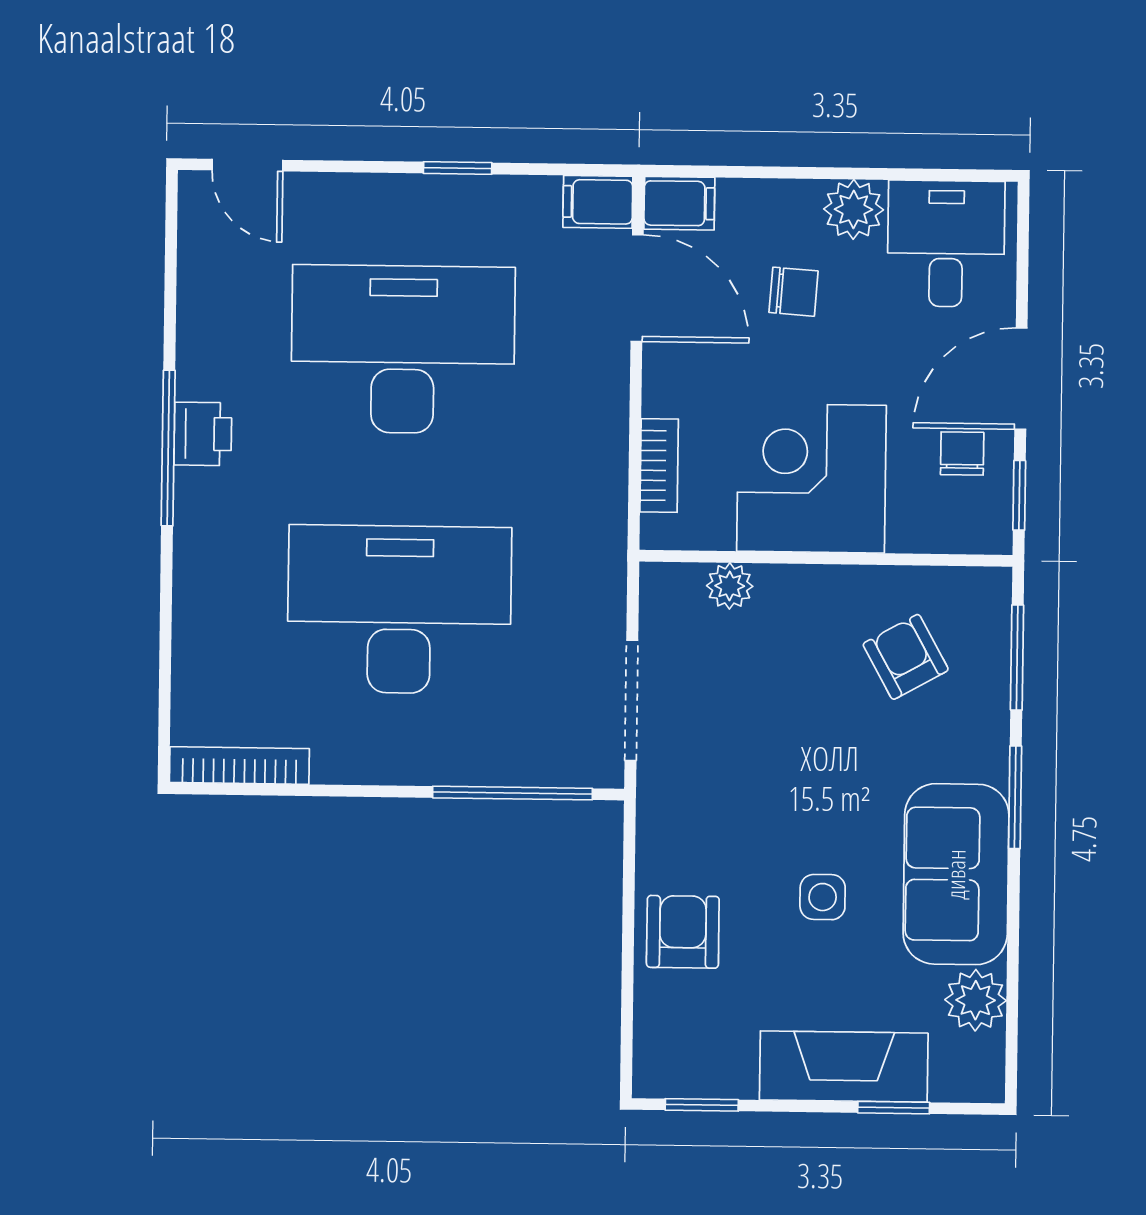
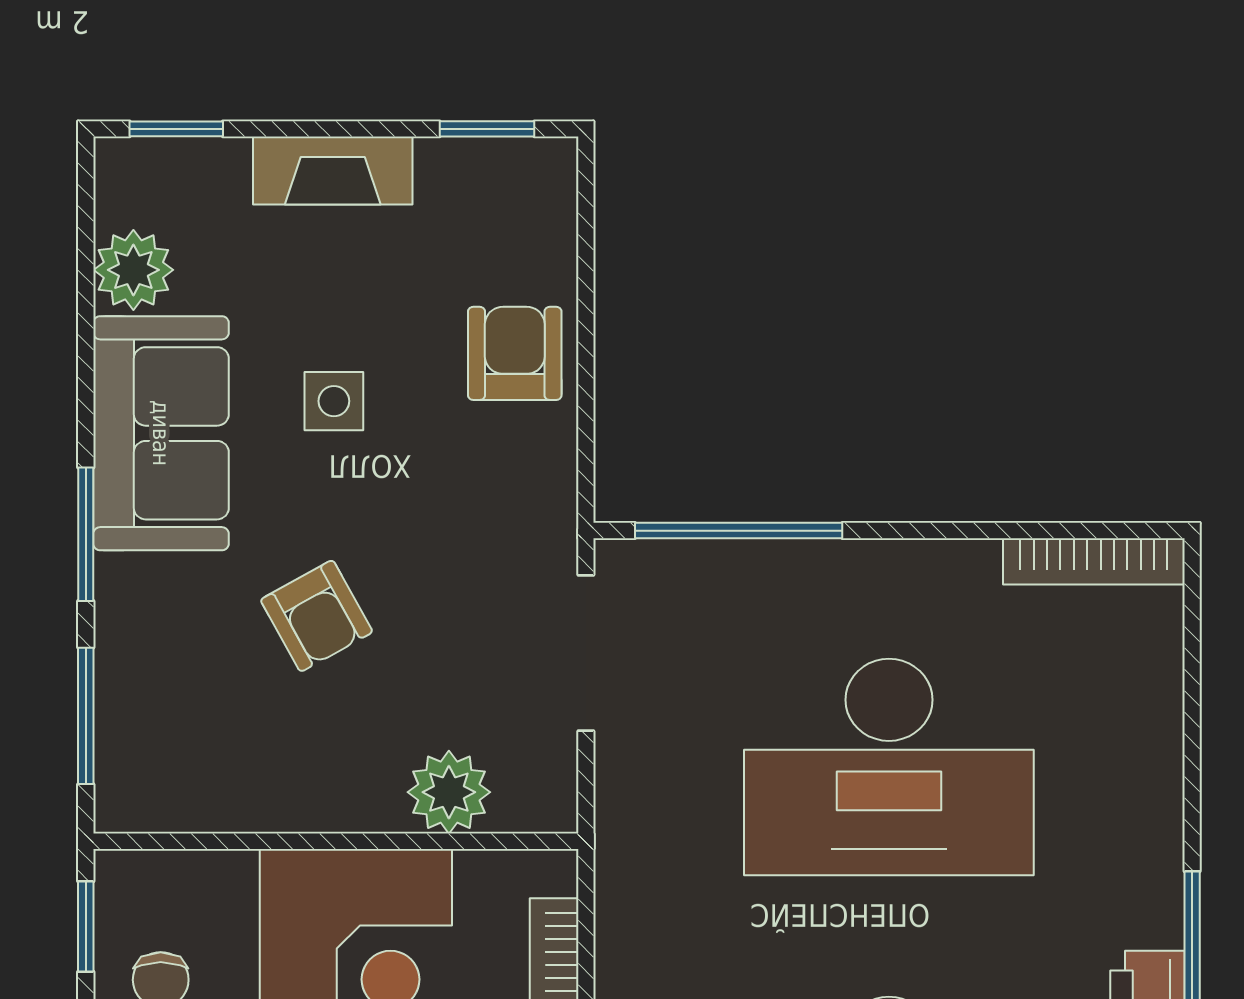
plant: (730, 586) -> (449, 792), width x1.38, depth x1.38
armchair: (906, 657) -> (317, 616), moved
armchair: (683, 932) -> (515, 353), turned 180
fireplace: (844, 1067) -> (333, 171), width x0.73, depth x0.76
window: (894, 1108) -> (176, 129), moved

